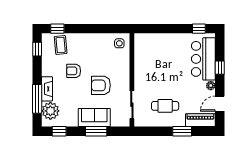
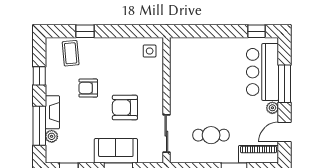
window: (57, 29) -> (85, 31), moved
window: (37, 49) -> (39, 76), moved
window: (220, 68) -> (285, 84), width x2.17
plant: (50, 111) -> (52, 136), width x0.53, depth x0.53

